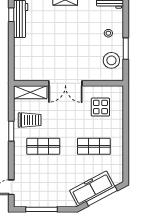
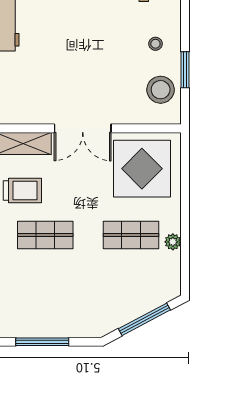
display table: (100, 107) -> (142, 169), width x1.86, depth x1.86
plant: (119, 150) -> (173, 242), added
freezer: (92, 188) -> (128, 306), removed

